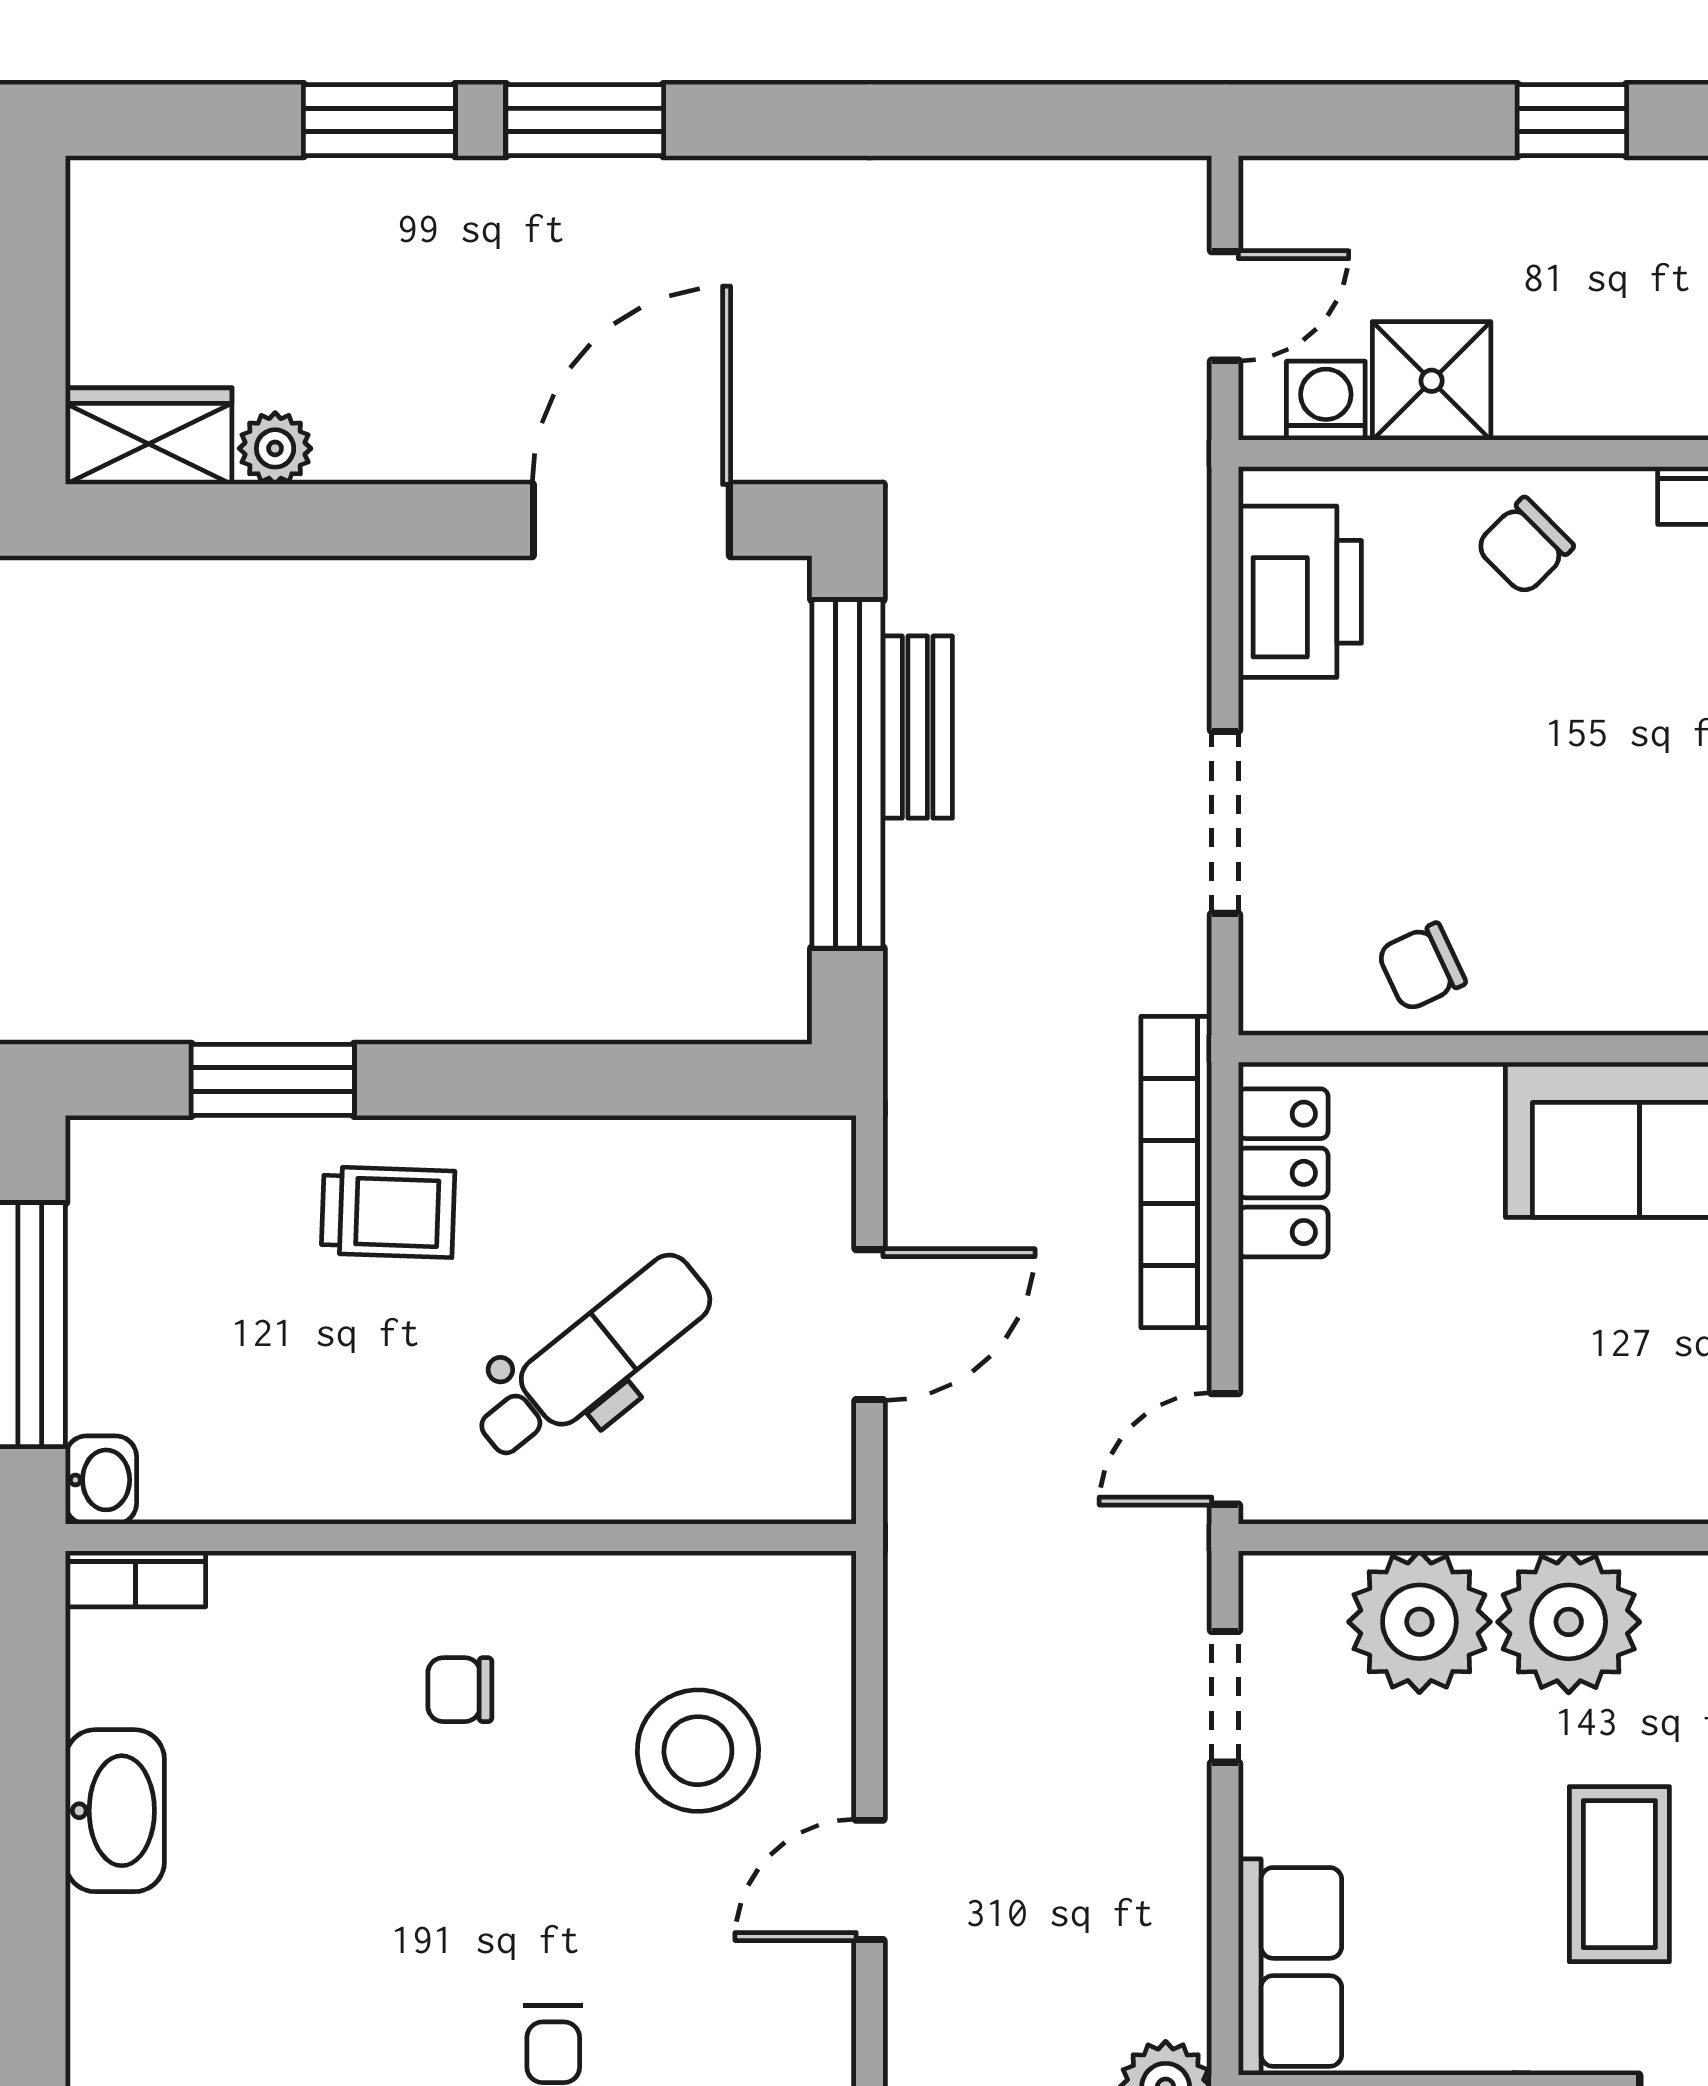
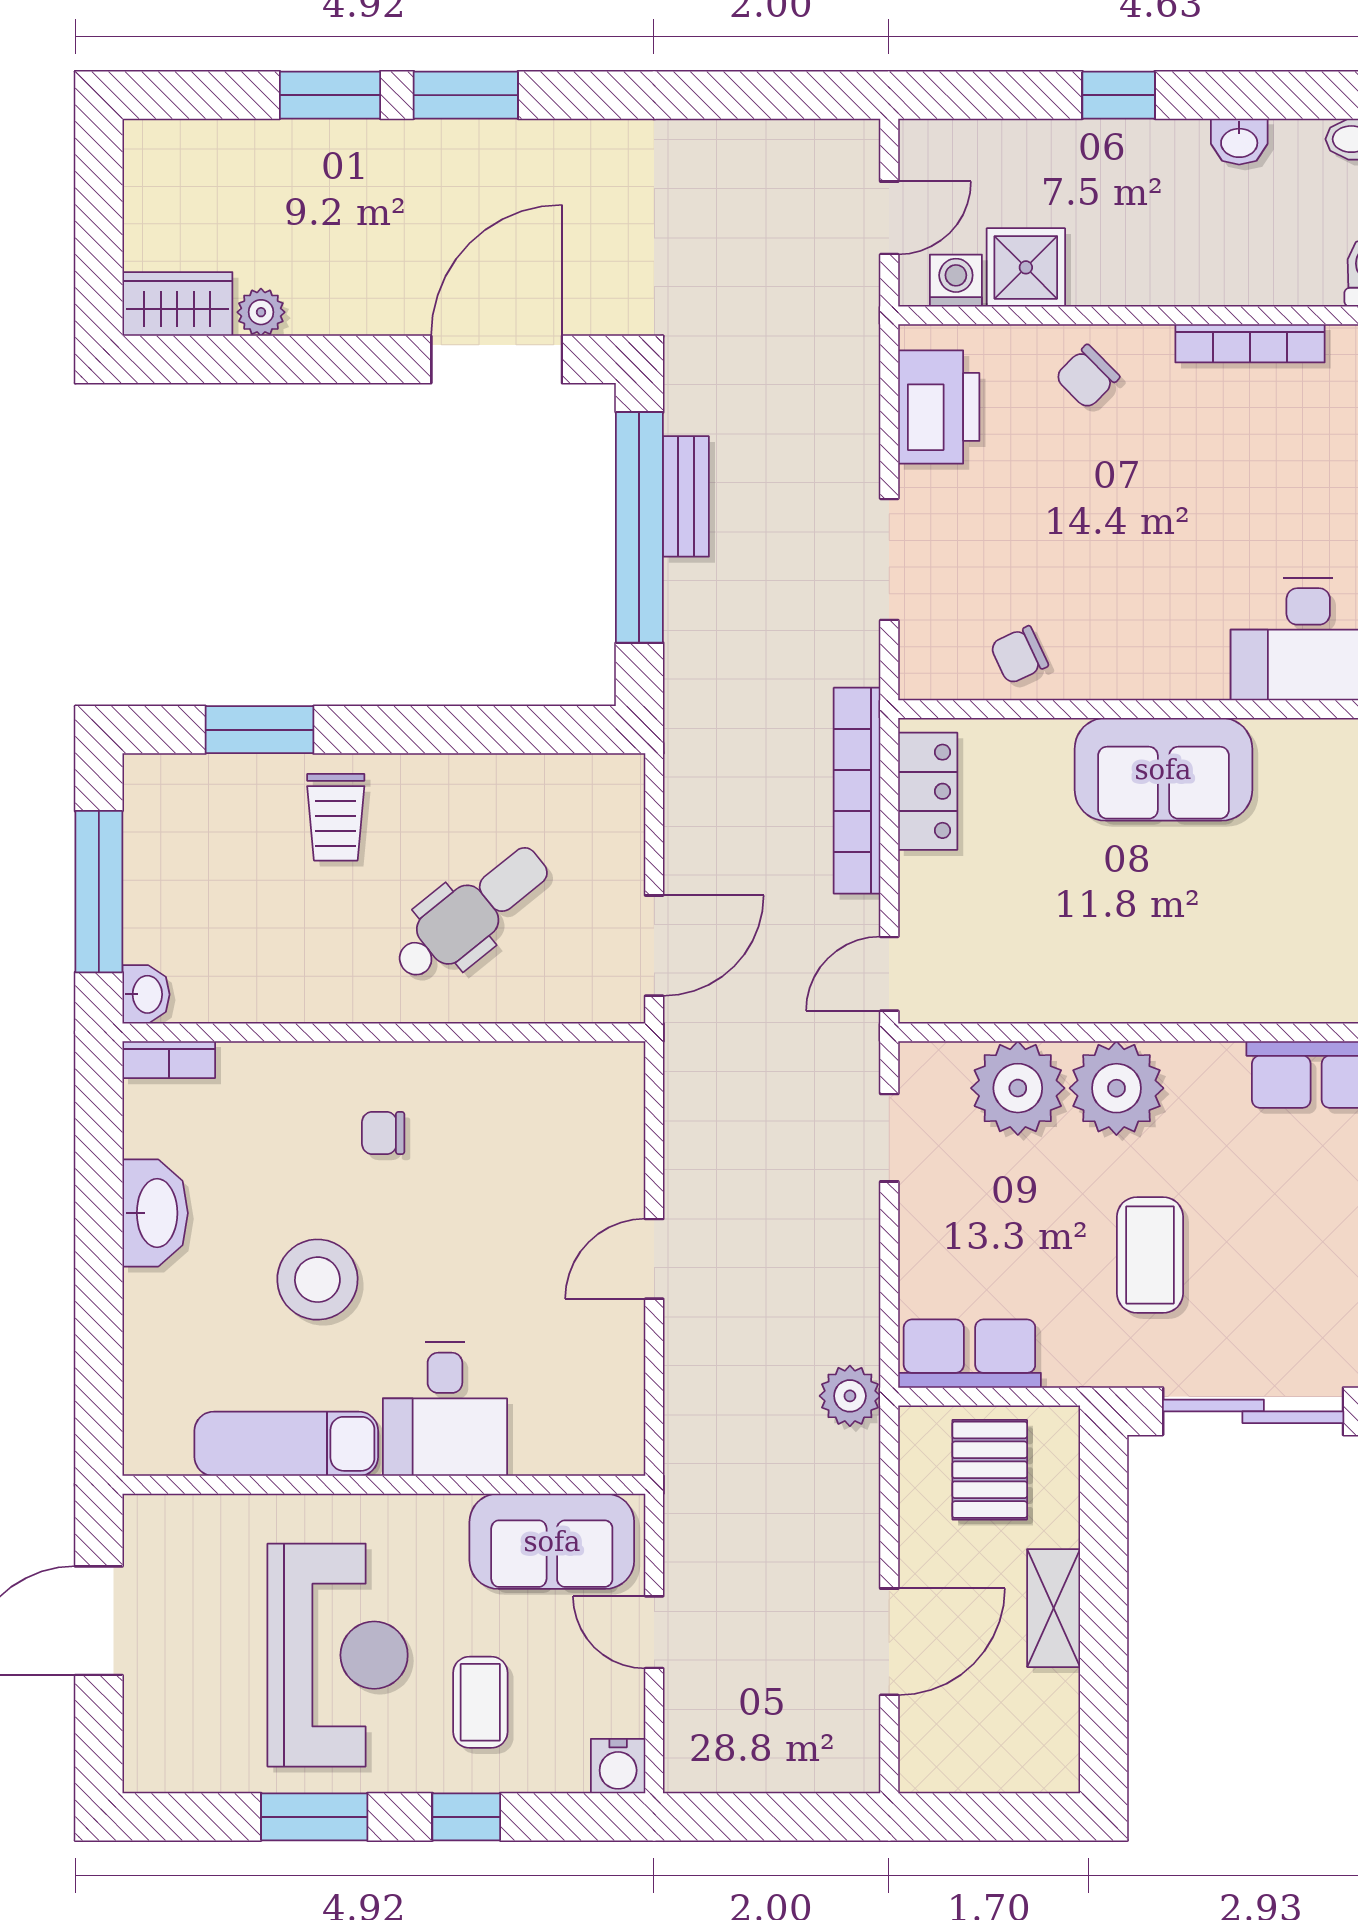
trolley: (388, 1212) -> (336, 817), turned 88
door: (870, 1325) -> (654, 946), moved
stool: (698, 1751) -> (317, 1280), moved
row of seats: (1290, 1967) -> (969, 1354), moved, turned -90

